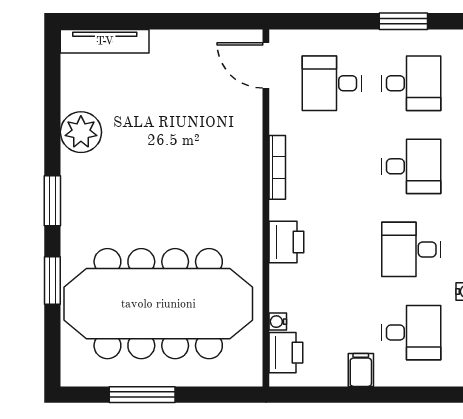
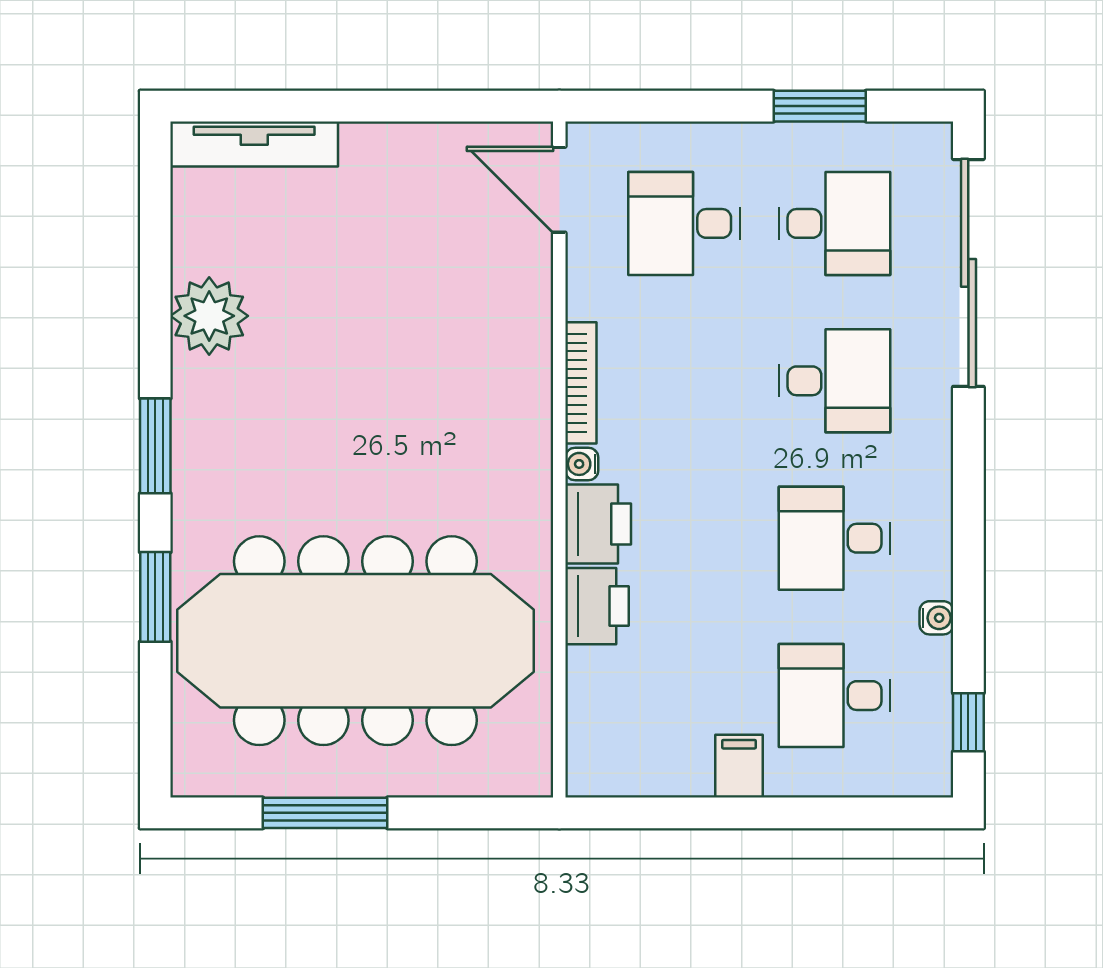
water cooler: (278, 322) -> (582, 464), moved
desk: (411, 333) -> (835, 696), turned 180
printer: (286, 353) -> (597, 606), moved

